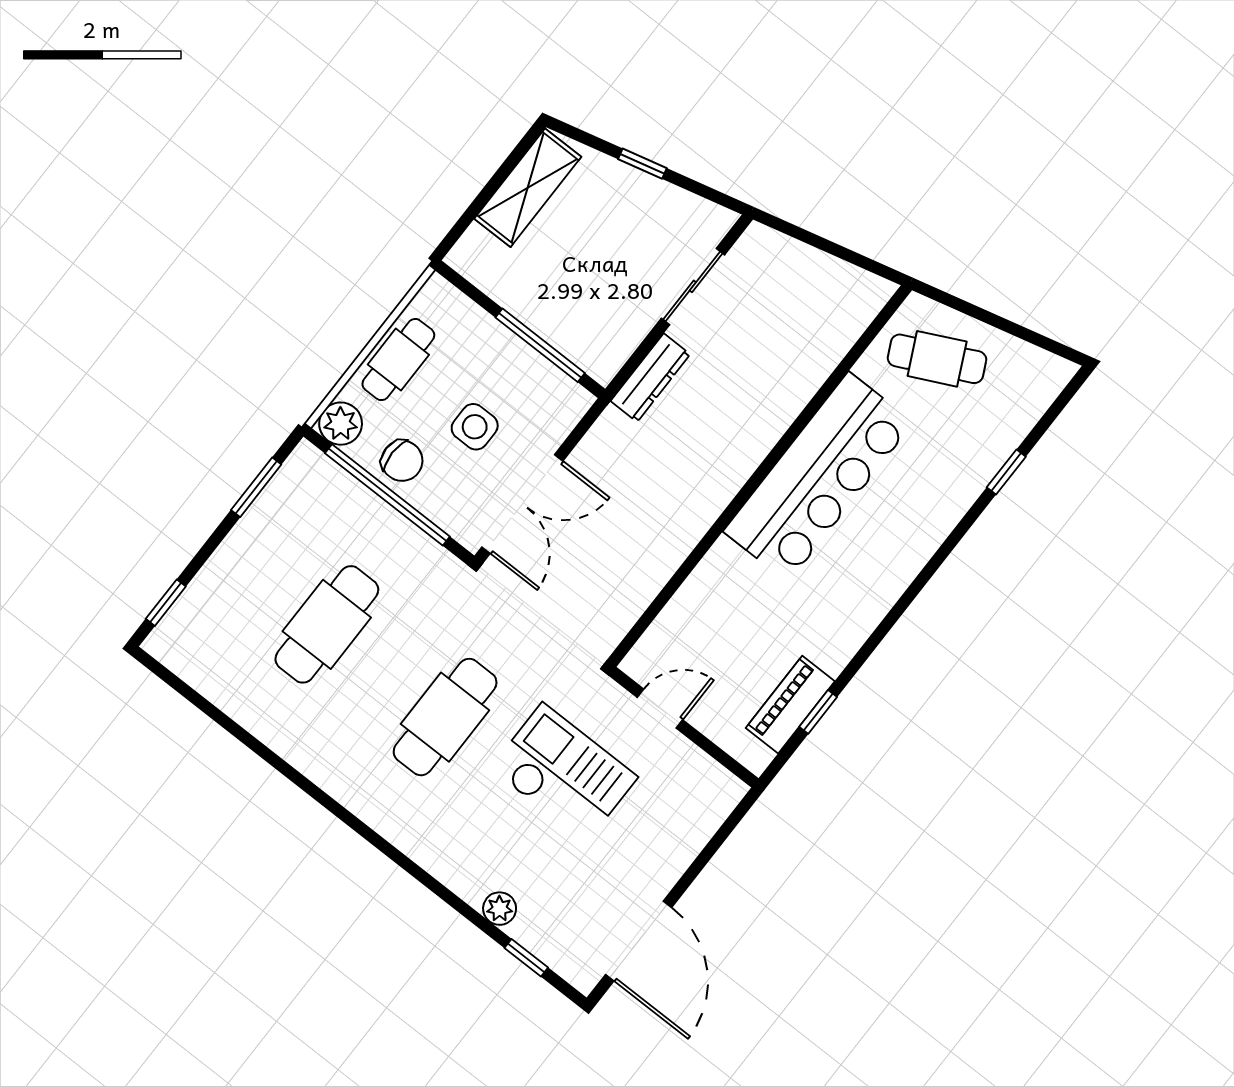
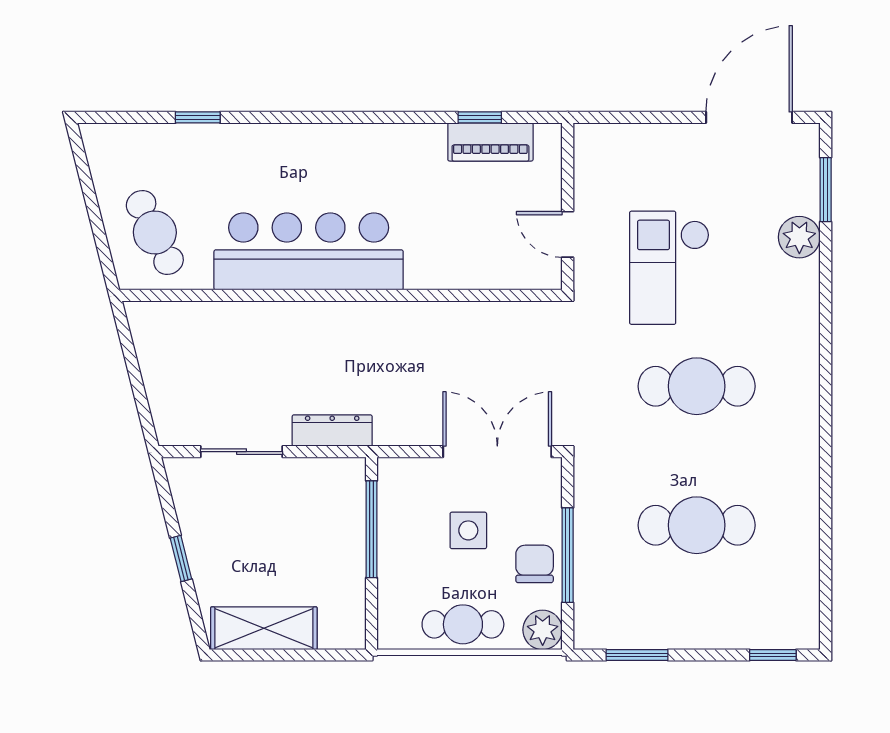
window: (387, 495) -> (568, 555), width x0.68
plant: (500, 909) -> (799, 237), width x1.38, depth x1.38
window: (526, 958) -> (826, 190), width x1.50

